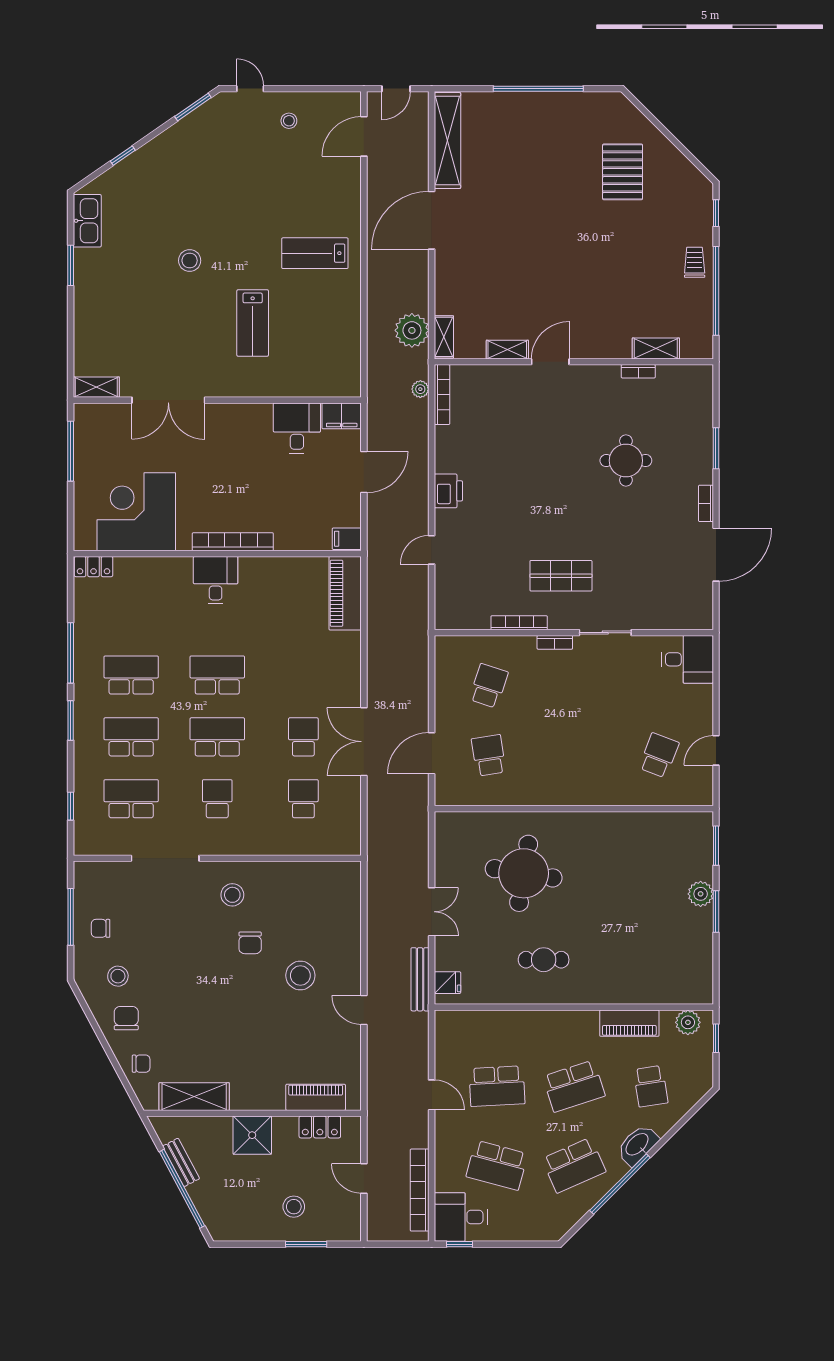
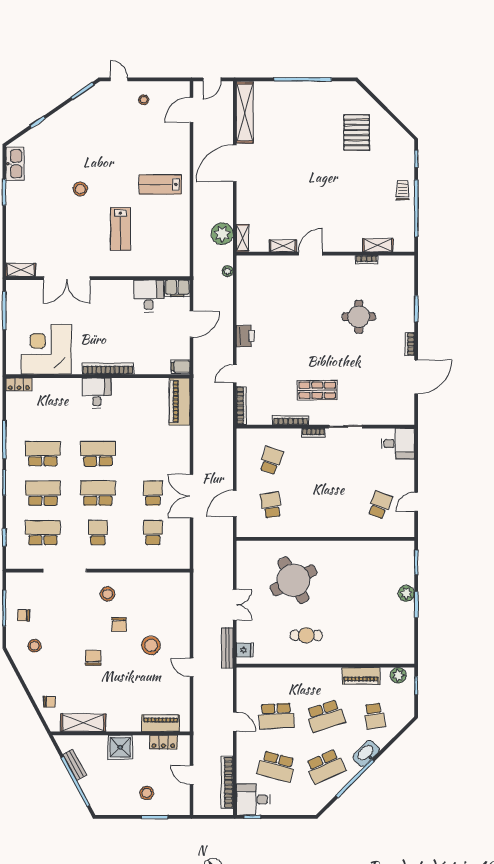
bookcase: (442, 395) -> (241, 406), moved
round table: (524, 873) -> (293, 580), turned -37
chair: (126, 1018) -> (93, 658), moved

